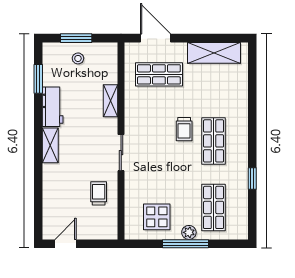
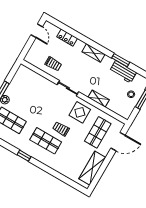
window: (38, 79) -> (121, 60), moved
workbench: (53, 107) -> (123, 72), moved
window: (252, 179) -> (24, 156), moved
locker: (50, 195) -> (67, 38), added
display table: (157, 217) -> (80, 112), moved

